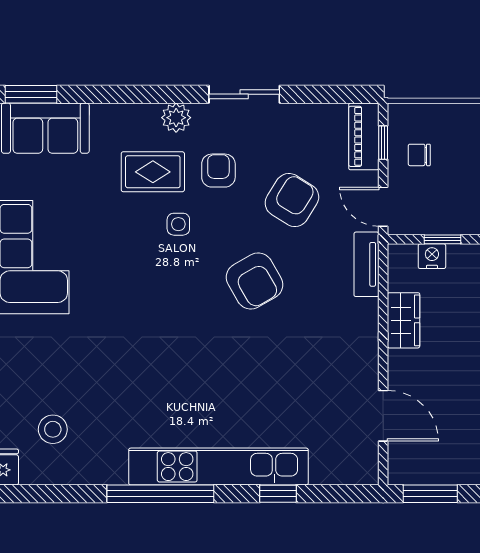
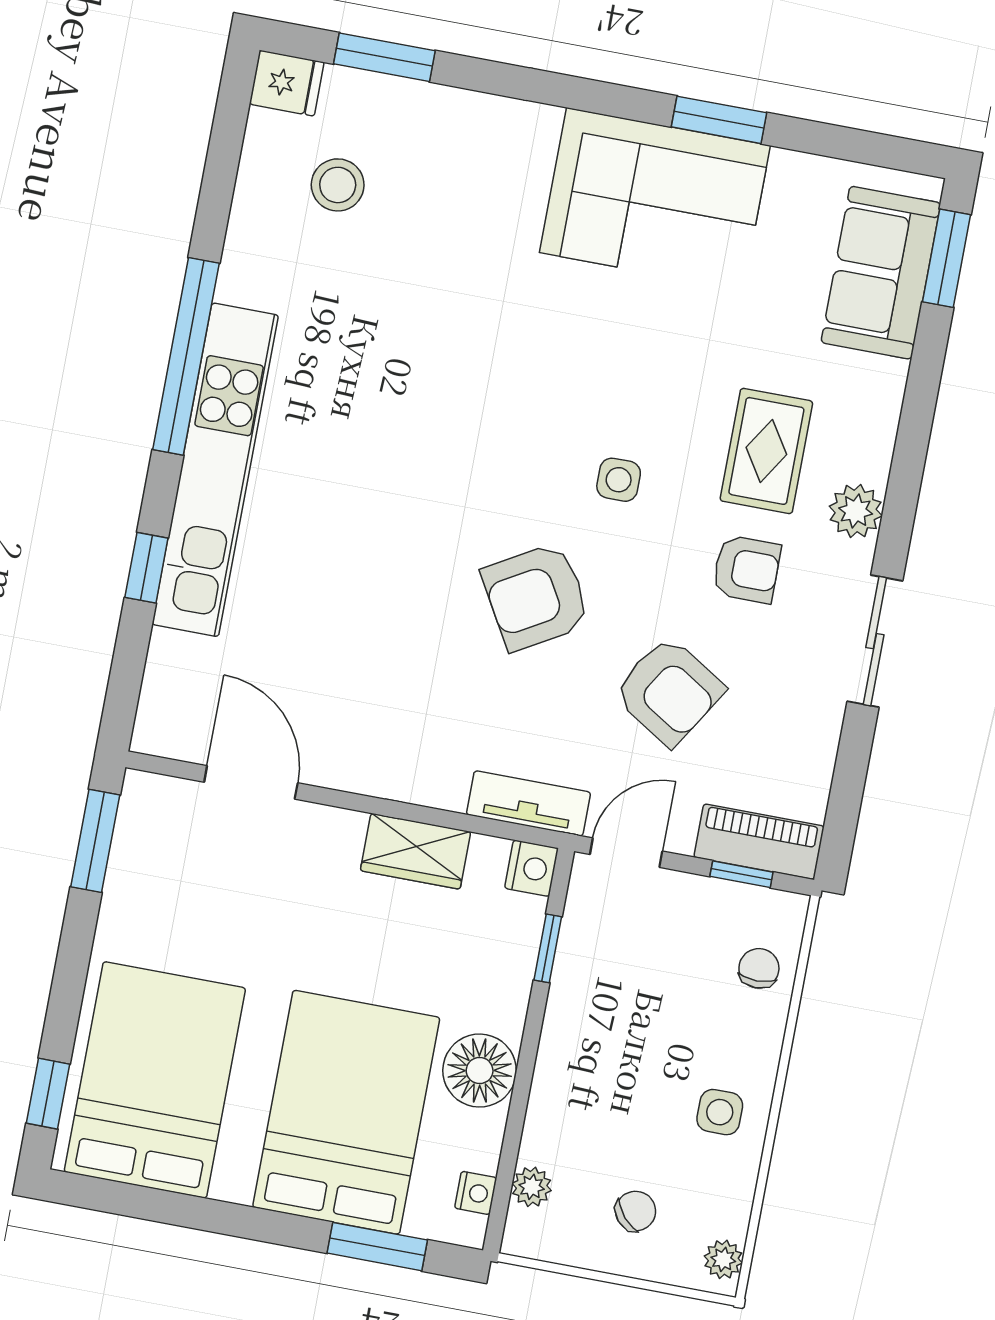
chair: (419, 155) -> (759, 968), moved
side table: (178, 224) -> (619, 480), moved
nightstand: (432, 256) -> (531, 868), moved
door: (383, 416) -> (251, 782), swing flipped

